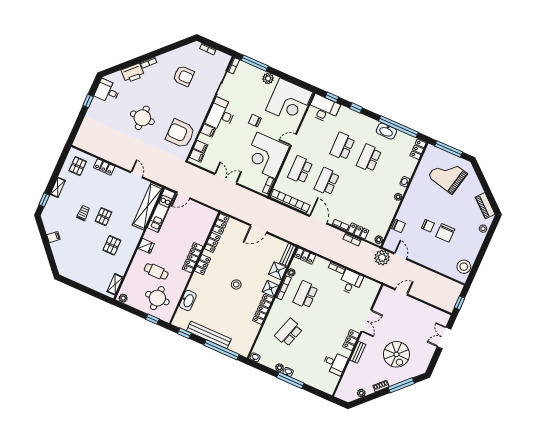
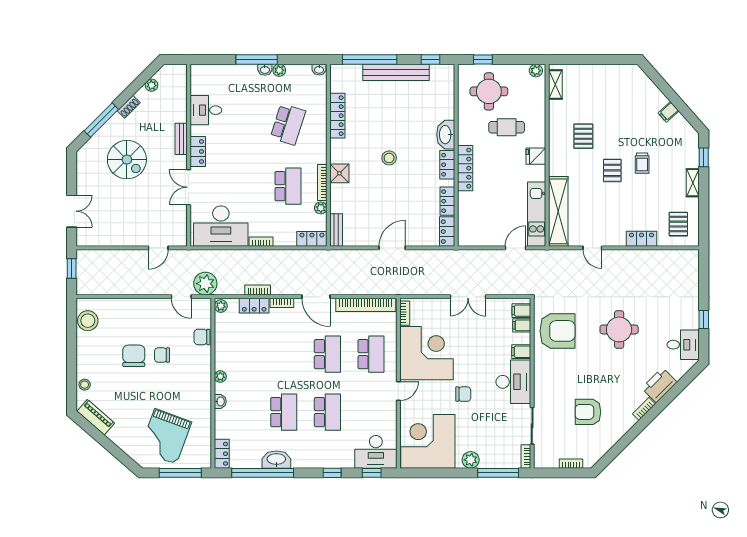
grand piano: (448, 175) -> (166, 436), turned 97
shower: (278, 271) -> (341, 202), removed
desk: (351, 282) -> (221, 226), width x1.87, depth x1.30
washbasin: (188, 300) -> (446, 135), moved
locker: (263, 309) -> (337, 116), moved
spiral stairs: (396, 354) -> (127, 160), turned 180

